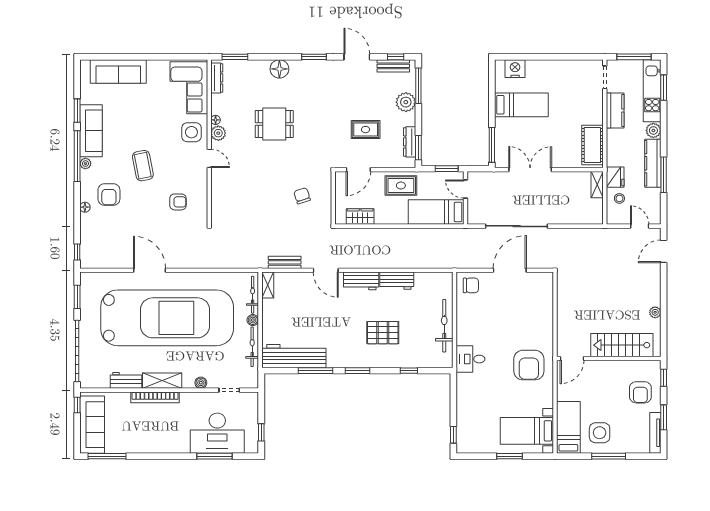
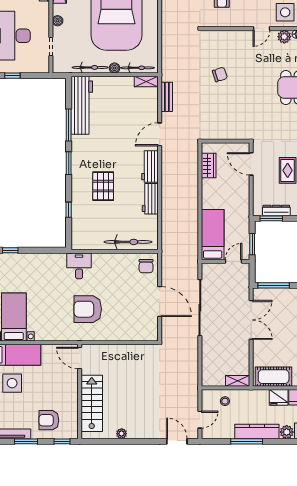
fridge: (615, 177) -> (279, 397), moved
rug: (401, 186) -> (237, 203), removed
chair: (302, 196) -> (220, 74), moved
bicycle: (444, 326) -> (128, 242), moved
armchair: (529, 365) -> (88, 309), moved

